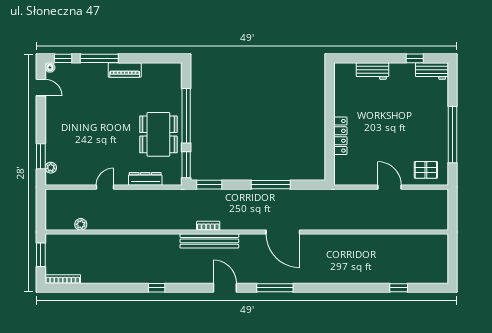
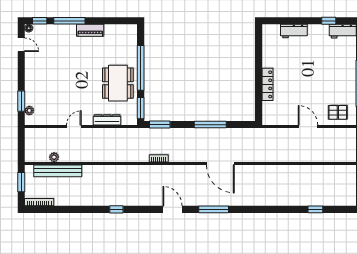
bench: (209, 241) -> (58, 171), moved

